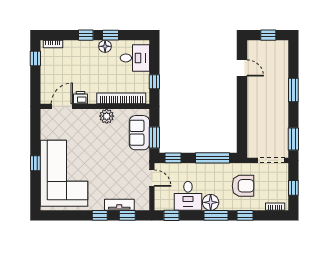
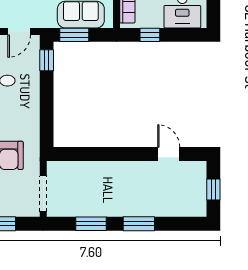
door: (242, 68) -> (169, 154), swing flipped
window: (293, 139) -> (91, 224), moved
window: (212, 158) -> (47, 114), removed

